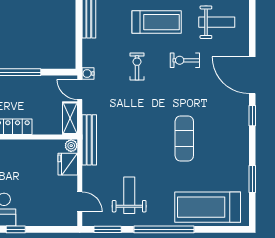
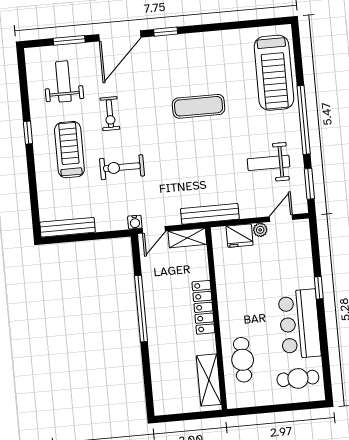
exercise bike: (137, 67) -> (122, 167), width x1.38, depth x1.39
plant: (71, 146) -> (260, 230), moved
window: (252, 179) -> (69, 40), moved

